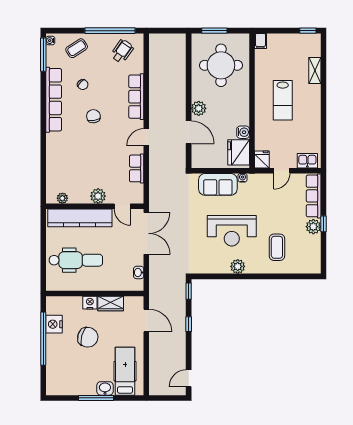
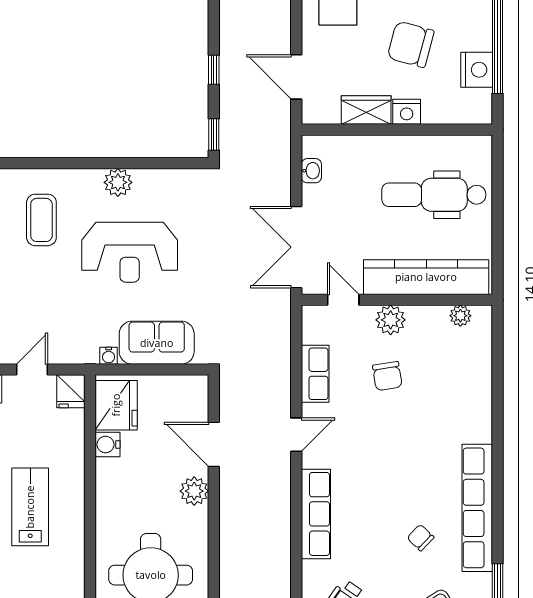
chair: (93, 116) -> (387, 376), moved
reception desk: (232, 231) -> (130, 252), turned 180

